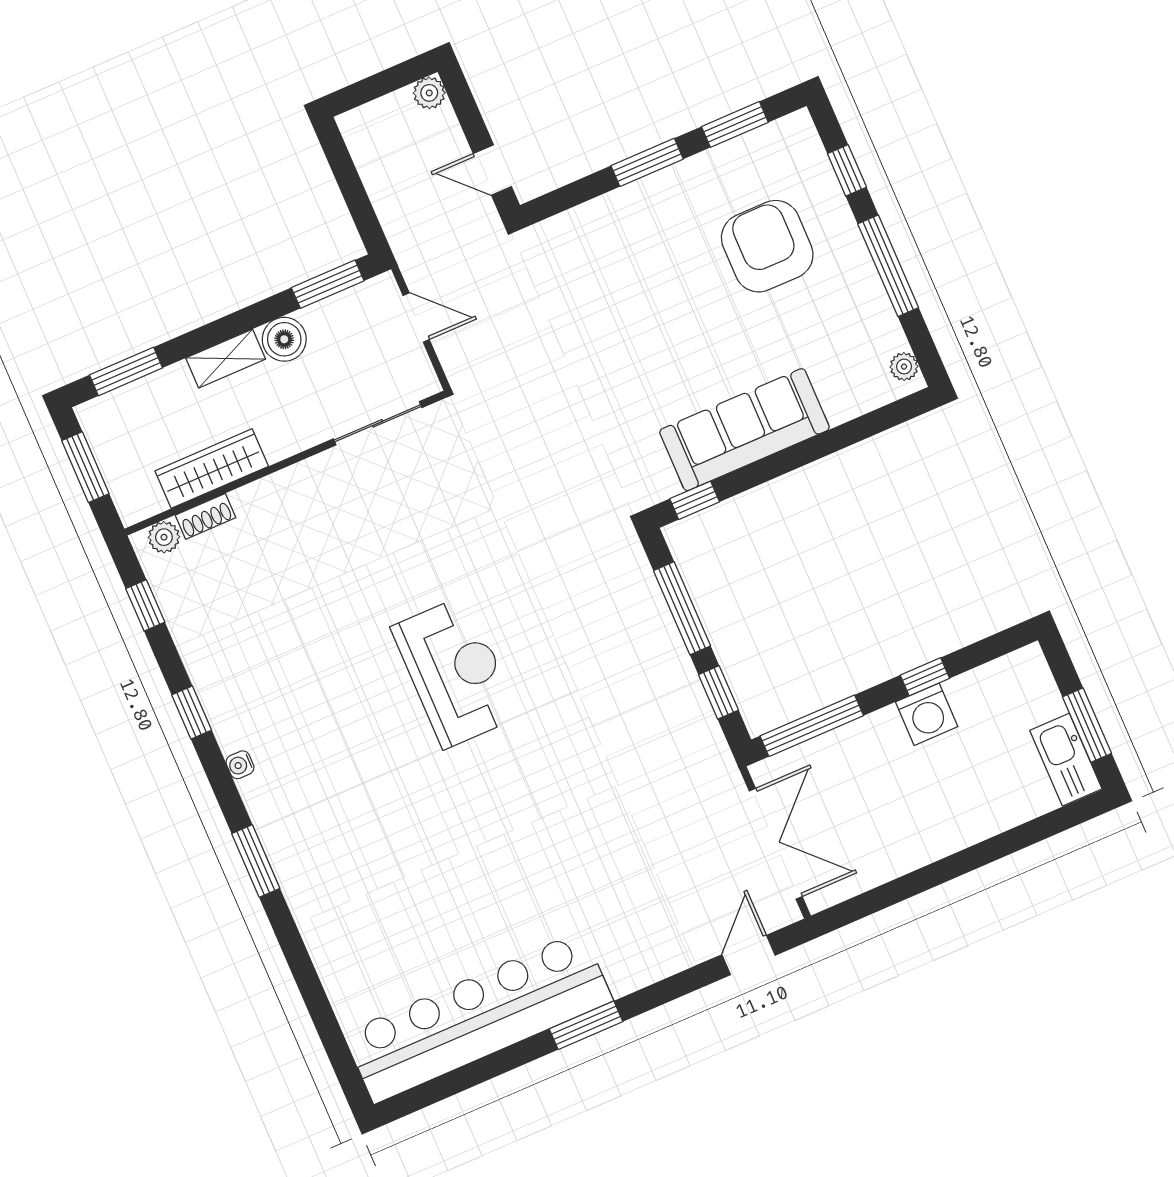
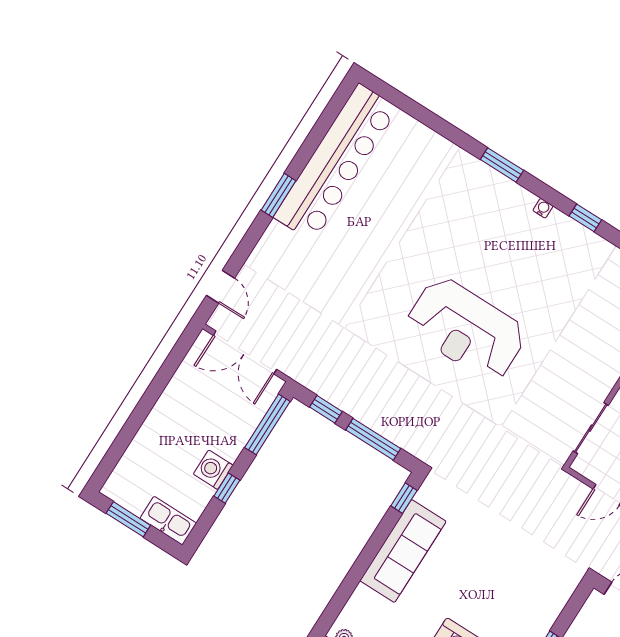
reception desk: (455, 672) -> (466, 329), width x1.36, depth x1.30
kitchen sink: (1066, 760) -> (168, 521), moved

